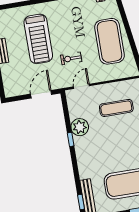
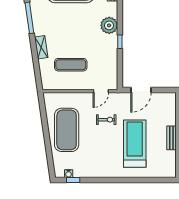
plant: (80, 127) -> (109, 25), moved

